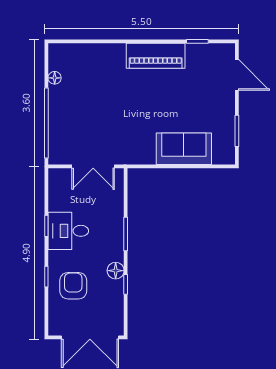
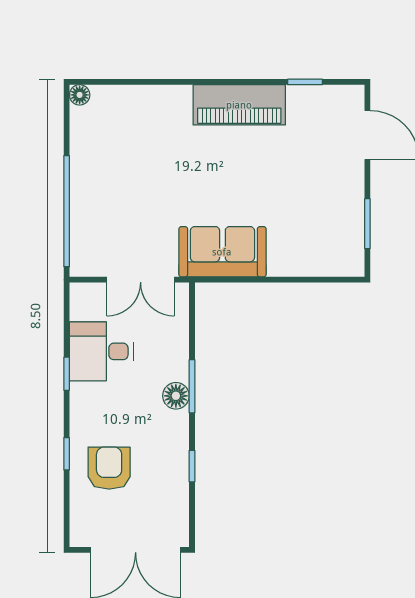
floor lamp: (55, 78) -> (80, 95), moved
sofa: (184, 149) -> (222, 252), moved
desk: (68, 231) -> (101, 351), moved
floor lamp: (116, 271) -> (176, 396), moved

